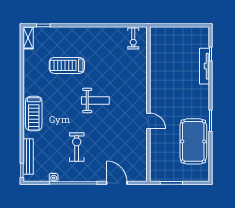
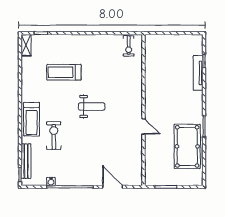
exercise bike: (77, 147) -> (54, 136), moved

